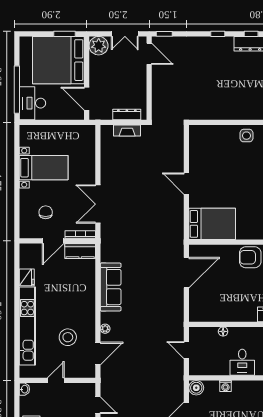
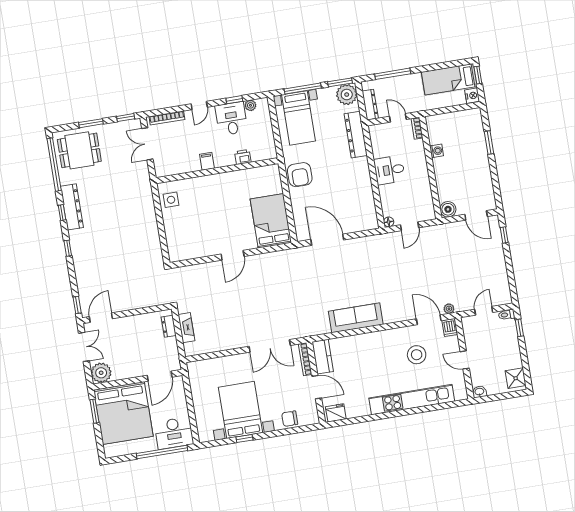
dresser: (127, 114) -> (169, 326), width x0.70
window: (17, 167) -> (244, 439), added
bed with nightstands: (44, 168) -> (240, 410), width x1.36
chair: (46, 212) -> (290, 419), moved
fridge: (27, 277) -> (336, 413), moved
plant: (105, 329) -> (449, 309), moved
floor lamp: (223, 331) -> (389, 222), moved
desk: (242, 362) -> (389, 170), moved, turned 180
dishwasher: (88, 372) -> (450, 328), added
washing machine: (225, 386) -> (437, 151), moved

